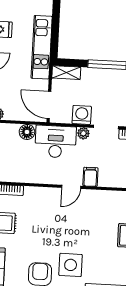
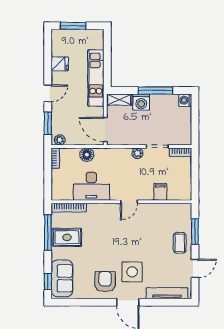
washing machine: (82, 115) -> (141, 102), moved, turned 180
desk: (56, 142) -> (91, 186), moved, turned 180
filing cabinet: (90, 177) -> (160, 192), moved

